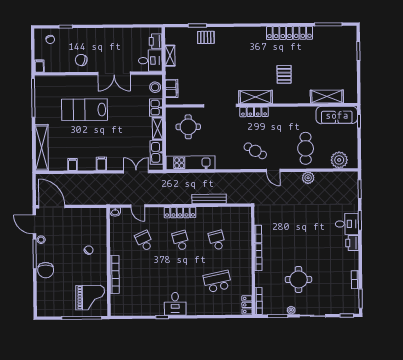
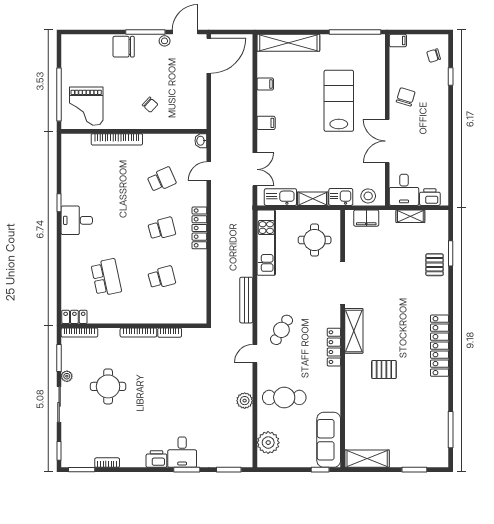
locker: (289, 33) -> (440, 346), moved
shelving: (327, 97) -> (367, 459), moved, turned 90
locker: (254, 112) -> (334, 347), moved
bench: (209, 199) -> (246, 300), moved

